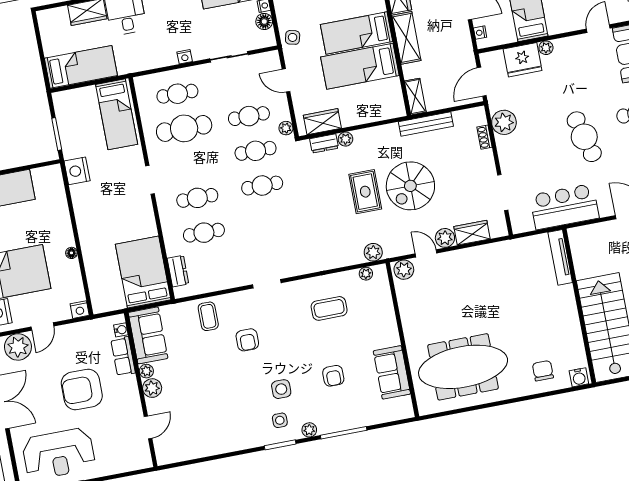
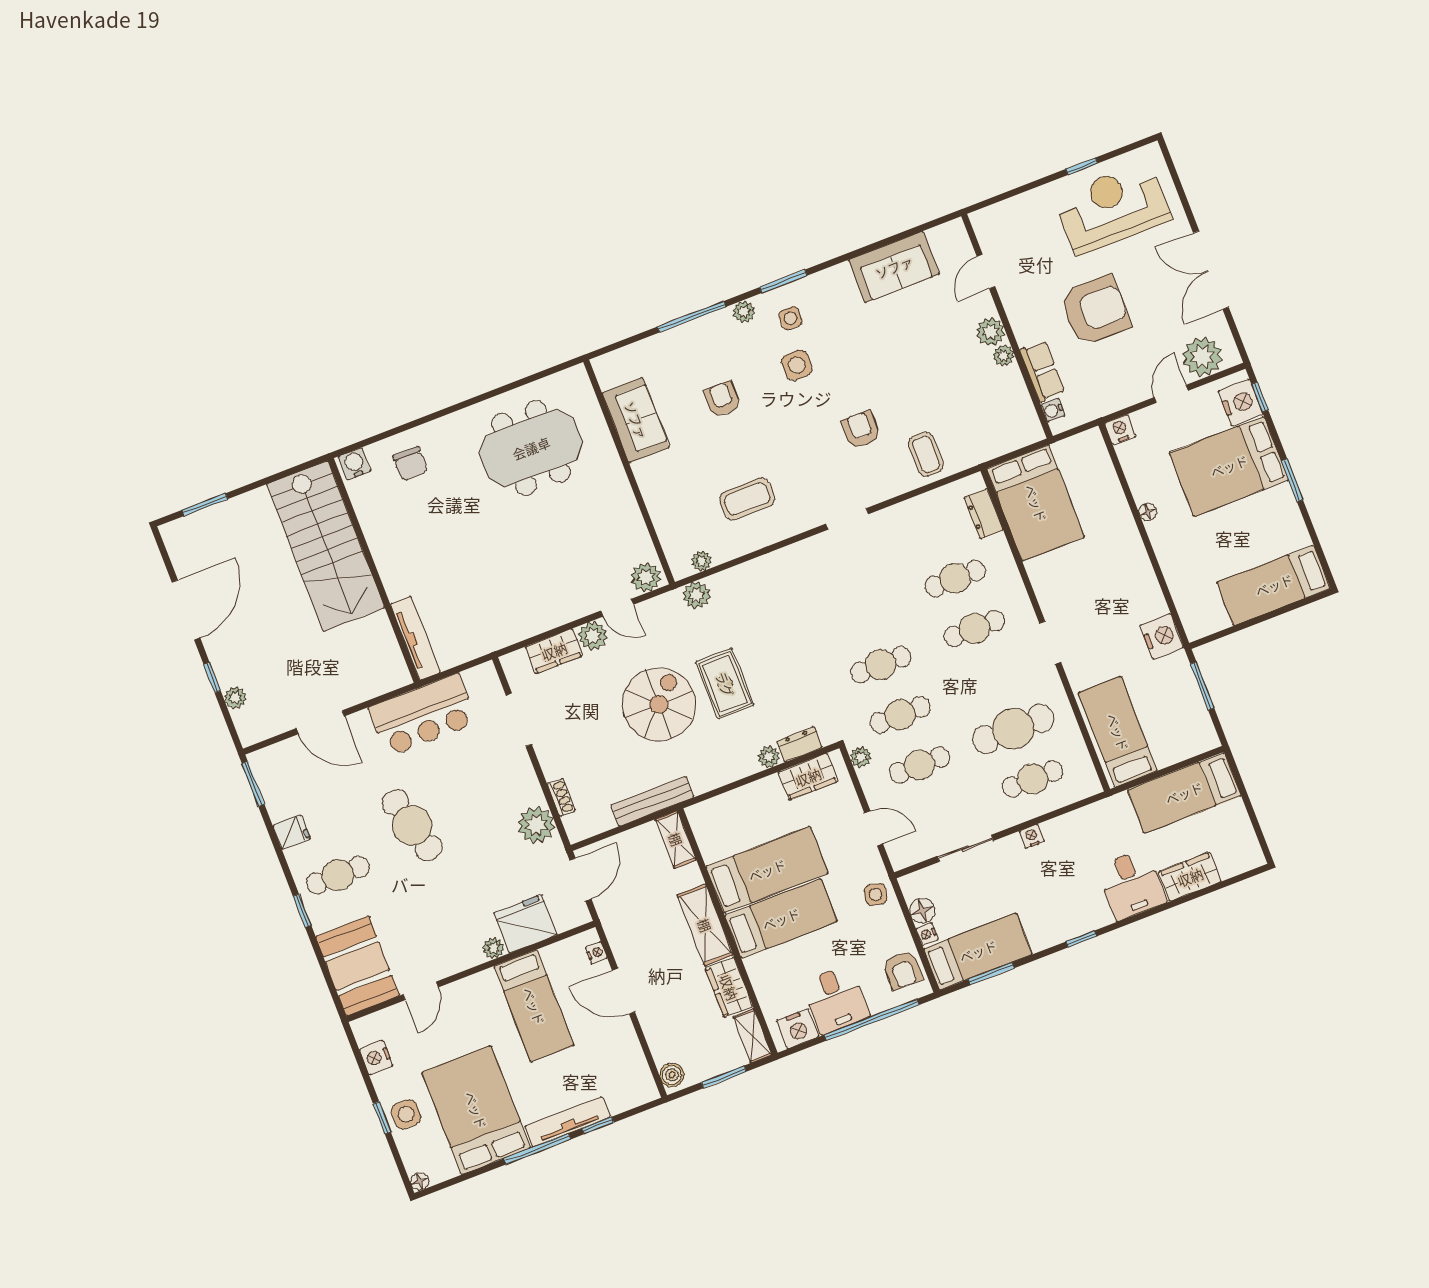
sofa: (148, 335) -> (894, 267), moved, turned -90
meeting table: (463, 367) -> (531, 448), width x0.73

